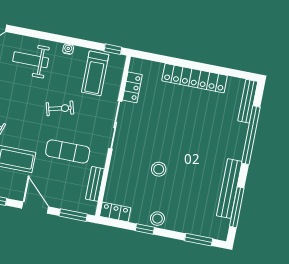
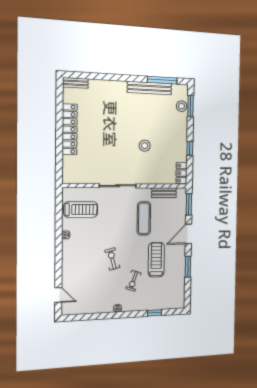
window: (113, 49) -> (59, 199), removed
weight bench: (31, 60) -> (80, 262), removed
locker: (132, 87) -> (86, 178), removed
bench: (248, 101) -> (75, 83), width x0.73
exercise bike: (60, 108) -> (112, 259), moved
window: (251, 135) -> (106, 77), removed
stool: (157, 219) -> (182, 106), moved

